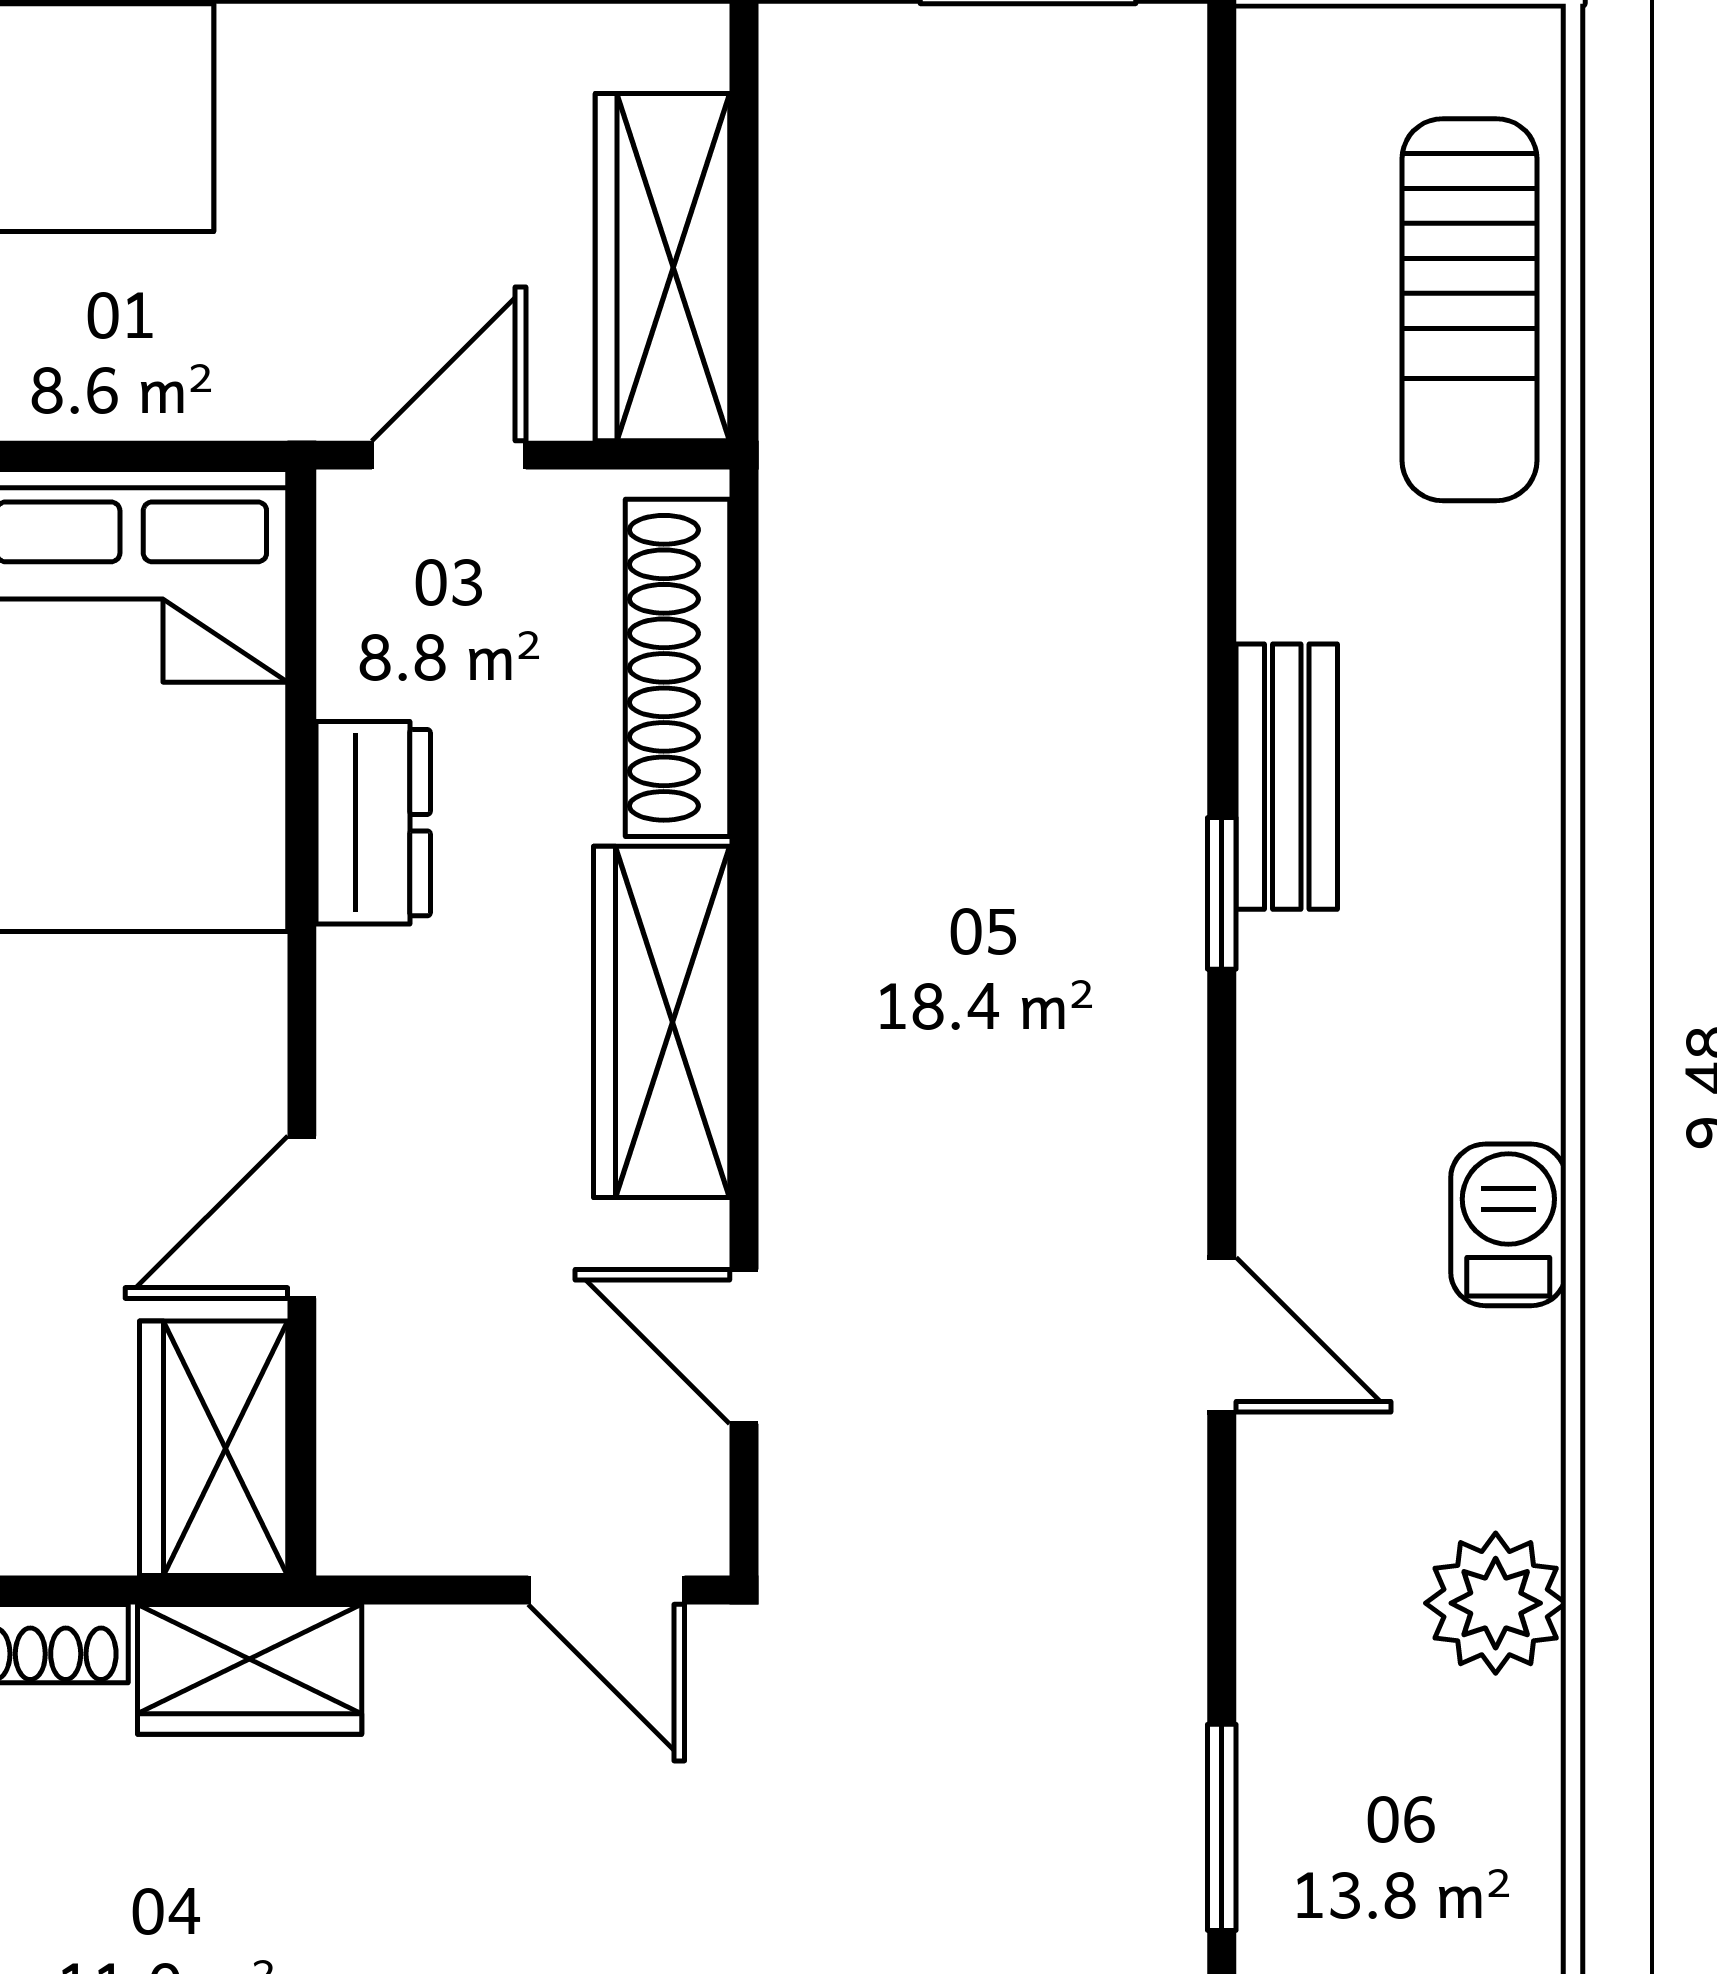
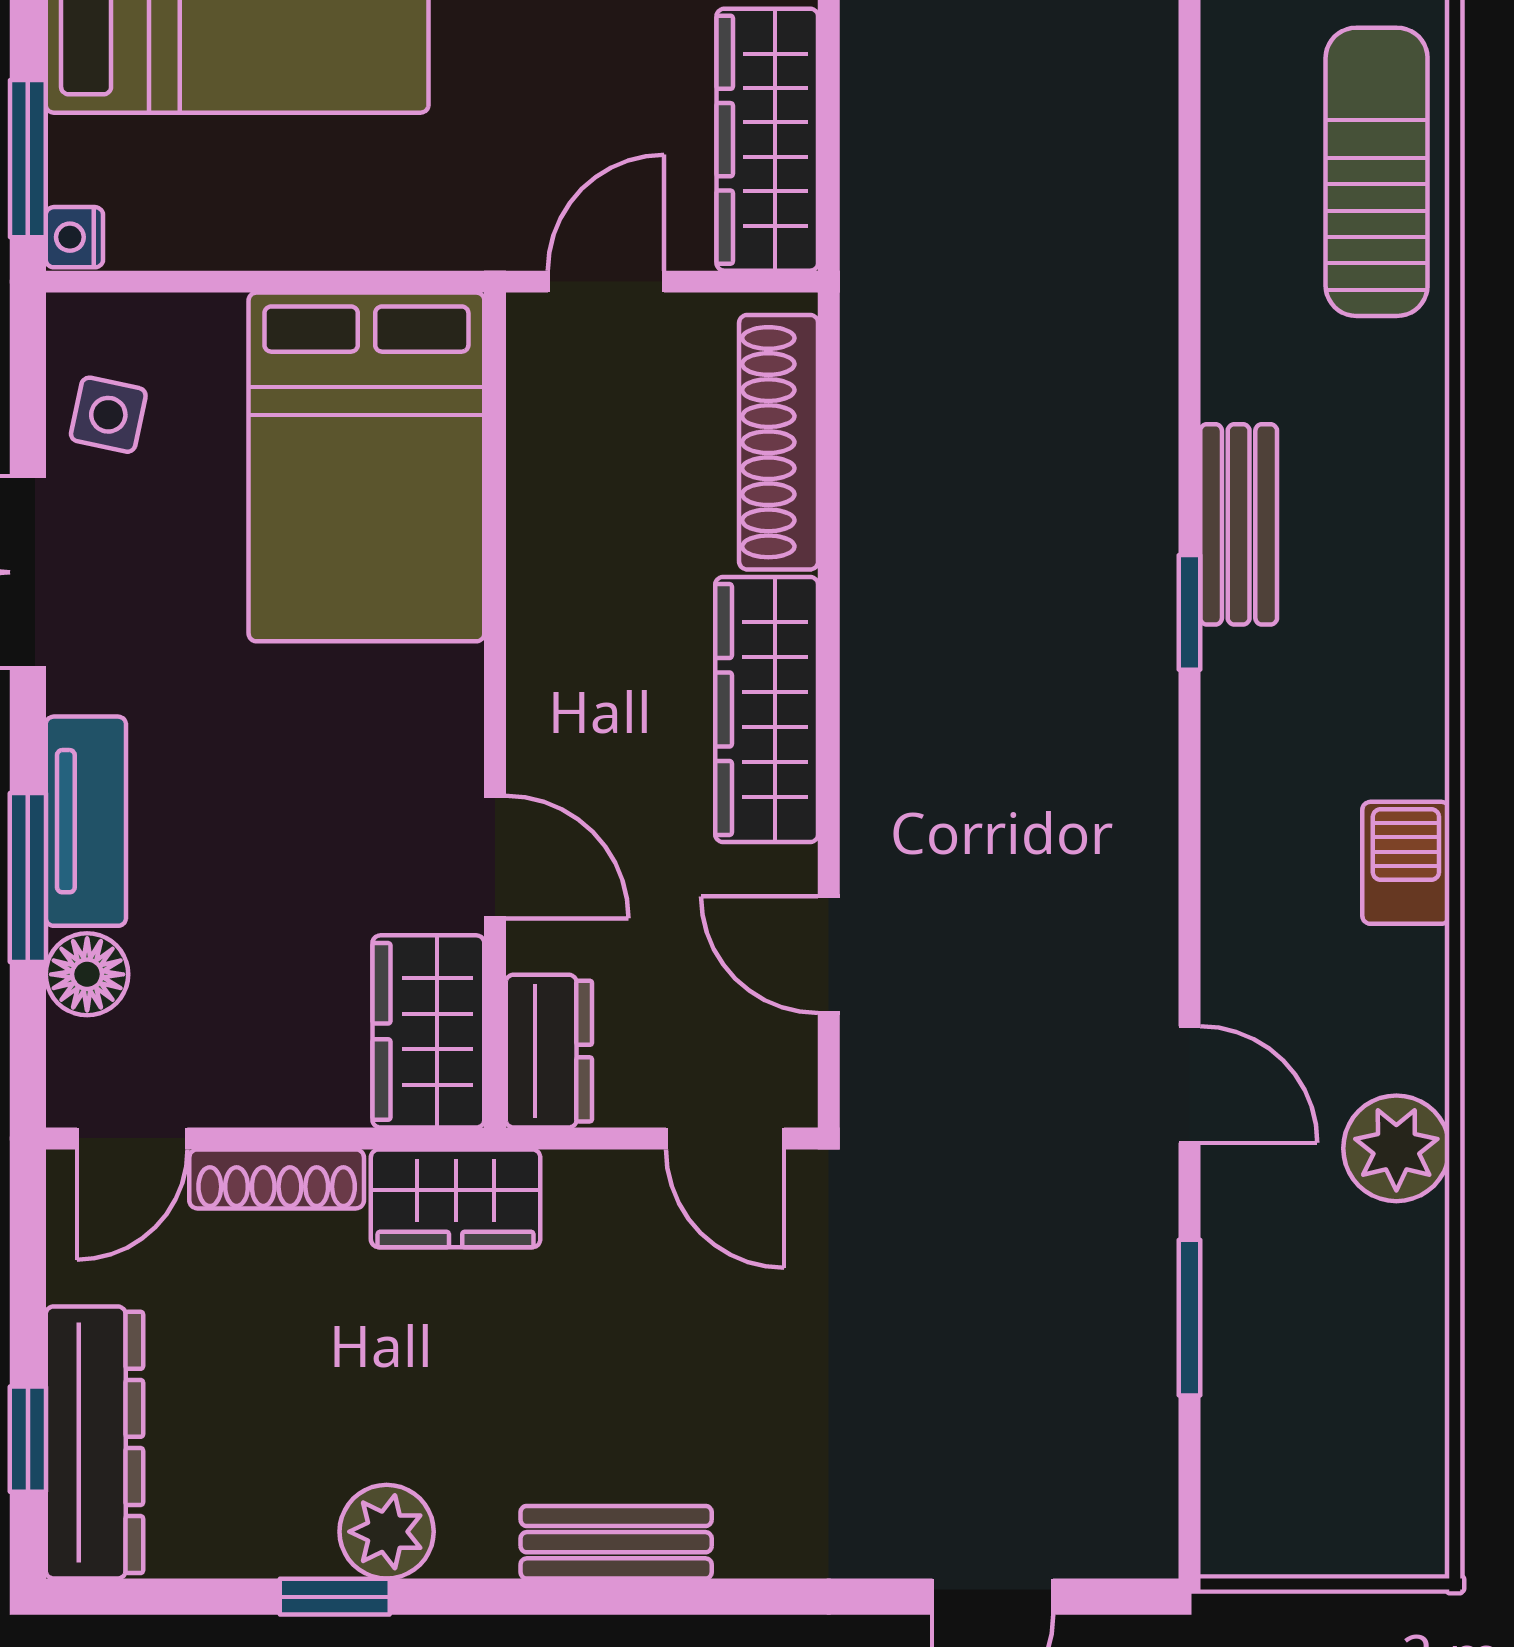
sun lounger: (1470, 310) -> (1377, 172), turned 180
dresser: (373, 823) -> (549, 1051), moved
door: (302, 1217) -> (495, 857), swing flipped
door: (1222, 1335) -> (1190, 1084), moved

